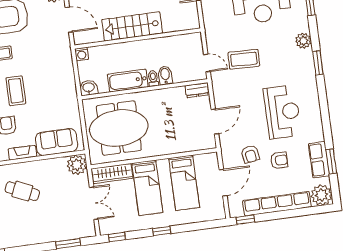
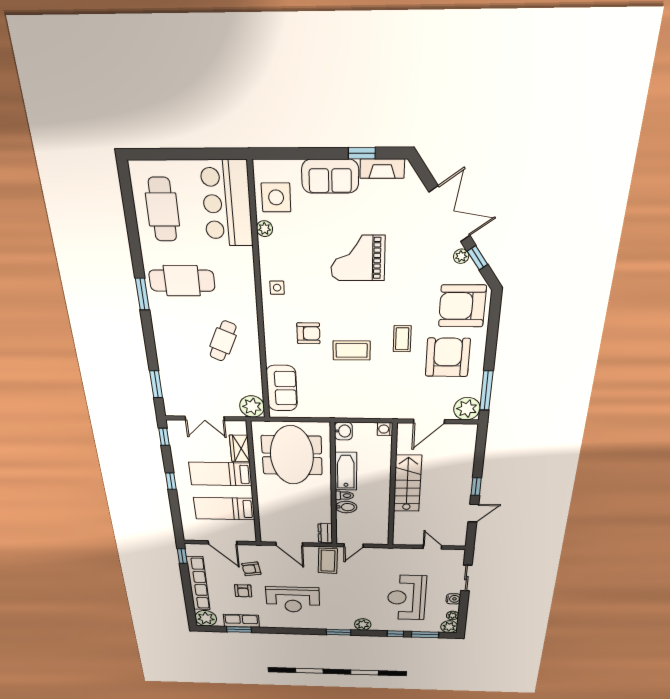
coffee table: (244, 59) -> (328, 561), moved
fireplace: (22, 153) -> (272, 348), removed
wardrobe: (112, 173) -> (240, 448), width x0.67

